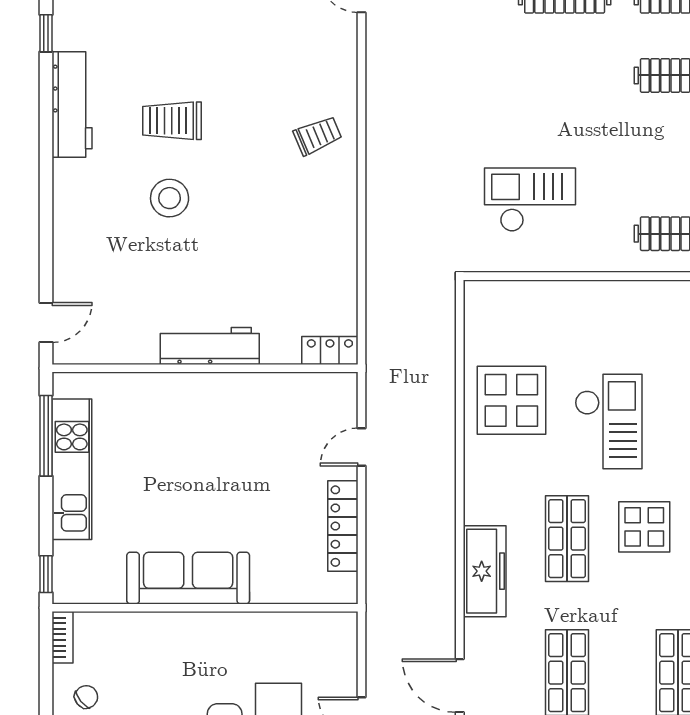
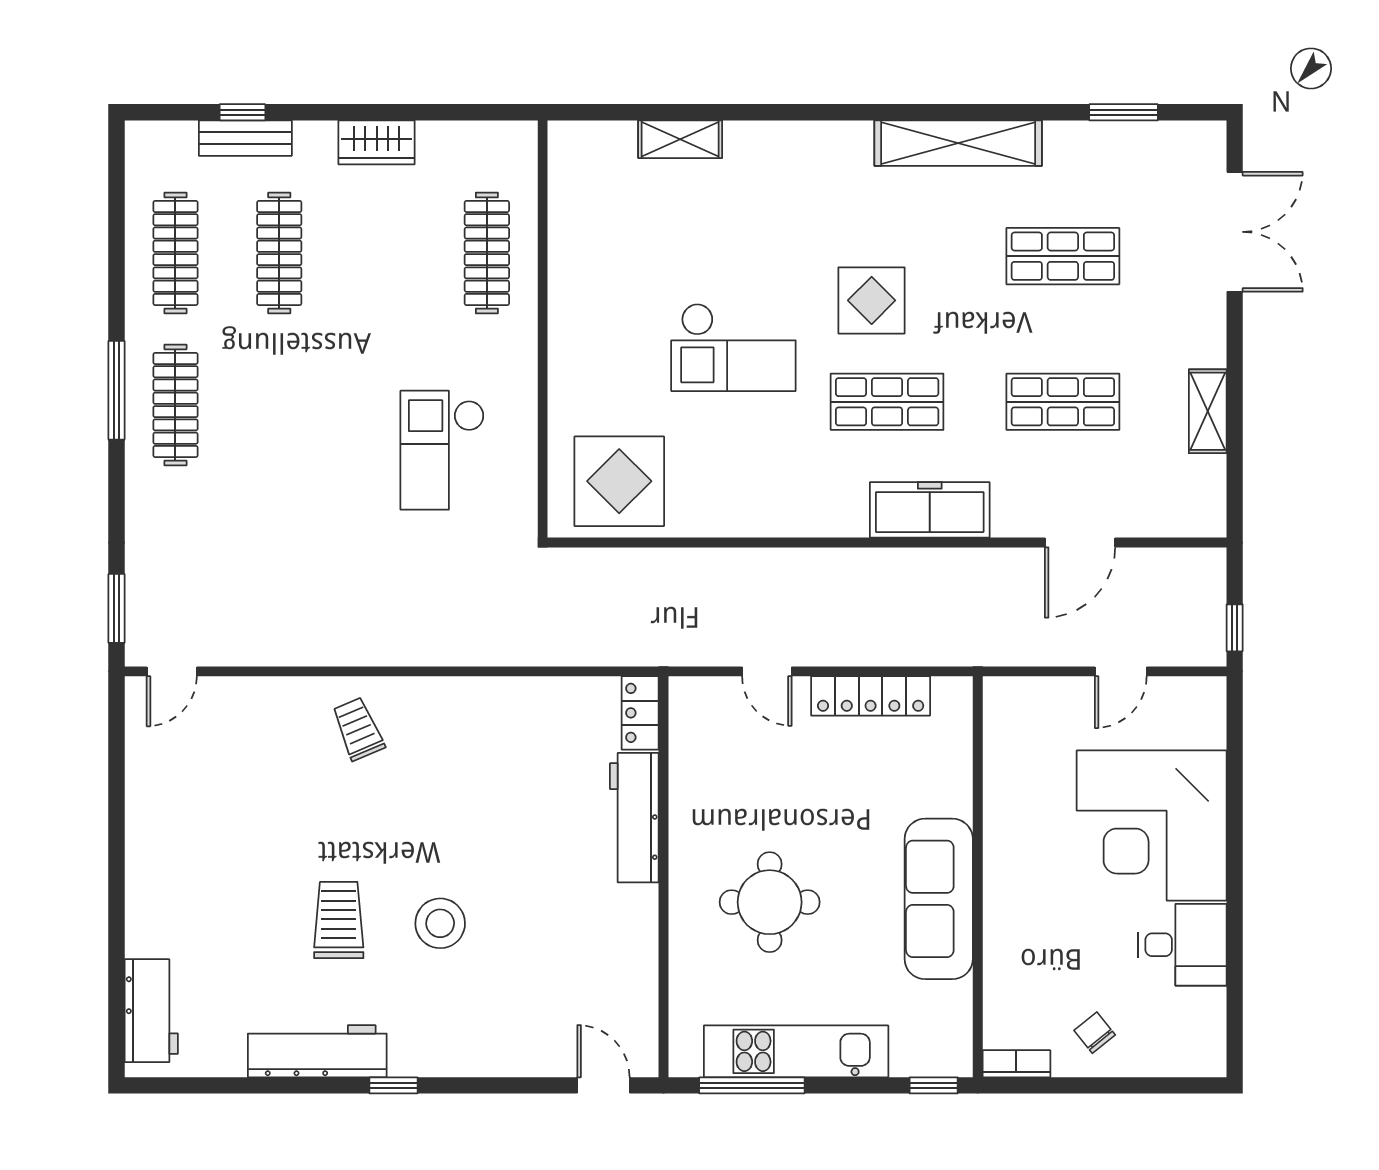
window: (46, 33) -> (393, 1085), moved
trolley: (172, 121) -> (339, 920), turned 180
workbench: (210, 346) -> (634, 818), moved
display table: (511, 400) -> (619, 481), moved
checkout: (609, 422) -> (733, 347), turned 180
round table: (186, 449) -> (770, 902), added

